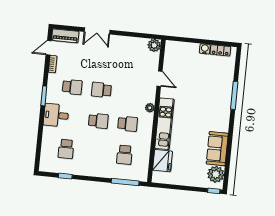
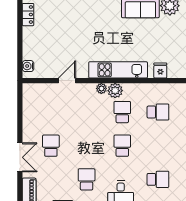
plant: (154, 45) -> (115, 91), moved
water cooler: (205, 49) -> (28, 66), moved
school desk: (101, 90) -> (51, 146), moved, turned 180
fridge: (163, 161) -> (160, 71), width x0.53, depth x0.75

